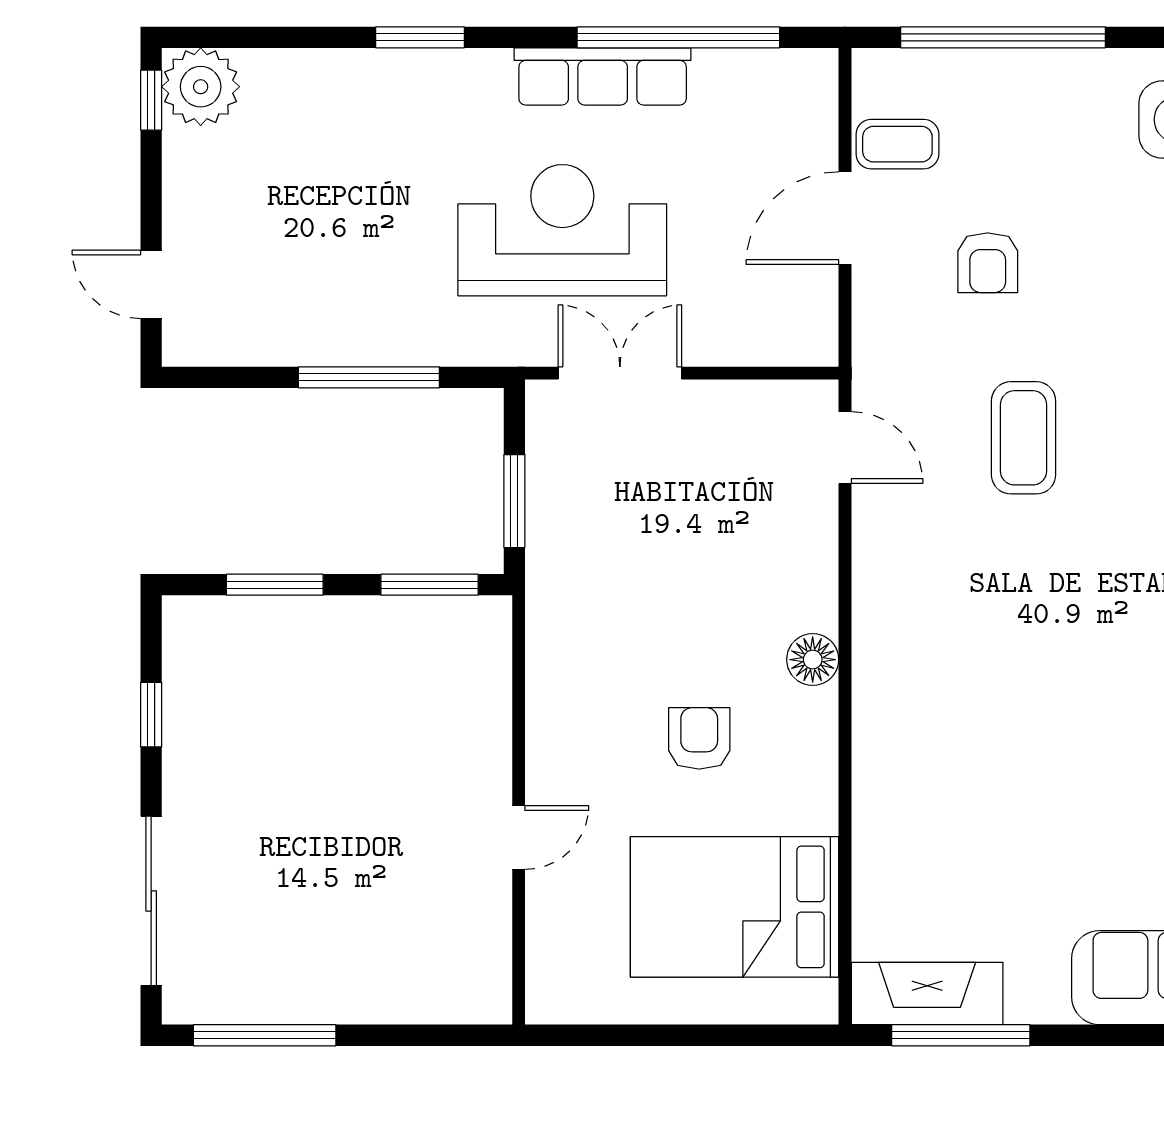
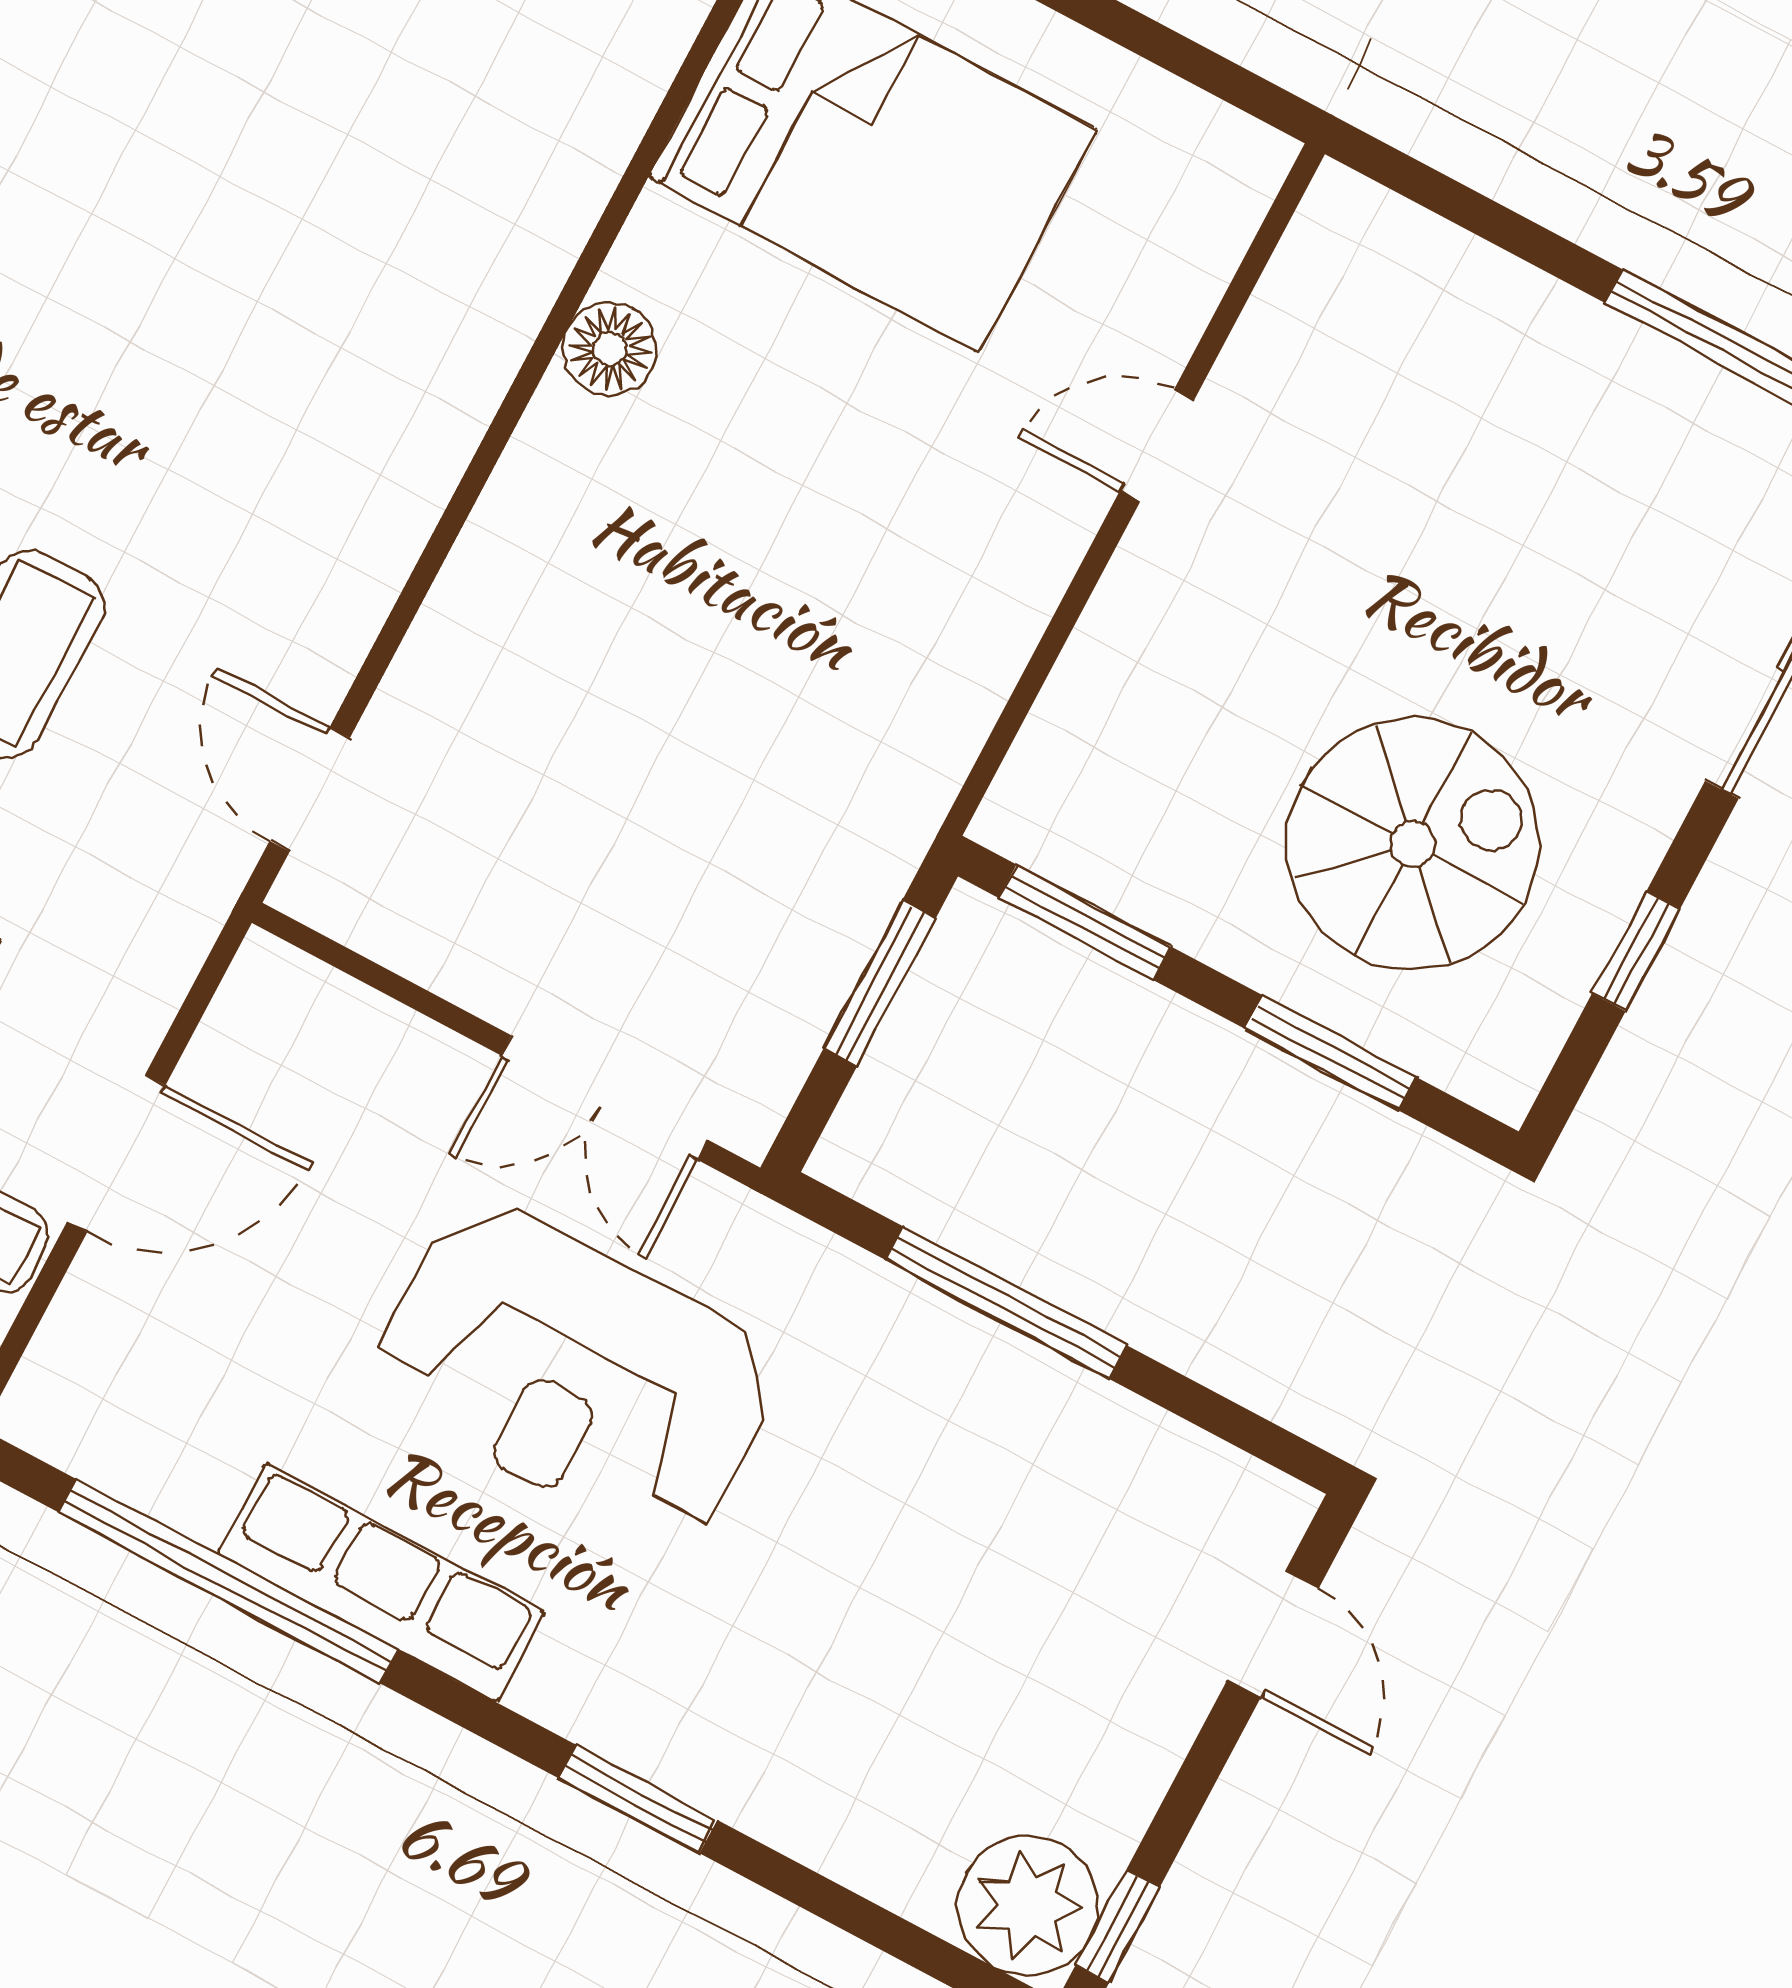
floor lamp: (813, 660) -> (610, 349), moved
spiral stairs: (289, 709) -> (1413, 844), added
armchair: (699, 738) -> (787, 451), removed

